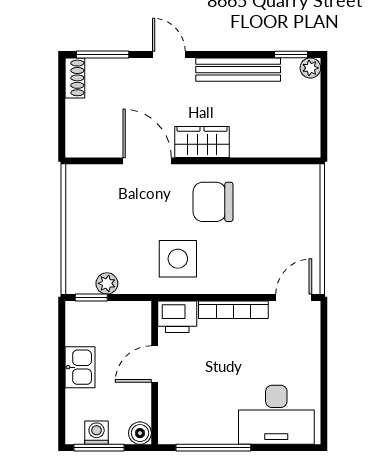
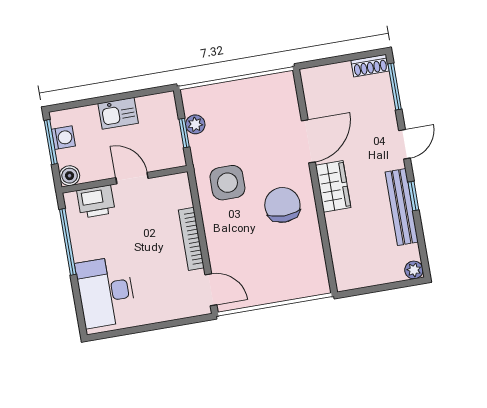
window: (291, 54) -> (413, 196), moved
window: (91, 297) -> (184, 133), moved
printer: (177, 317) -> (96, 202), moved, turned -90

